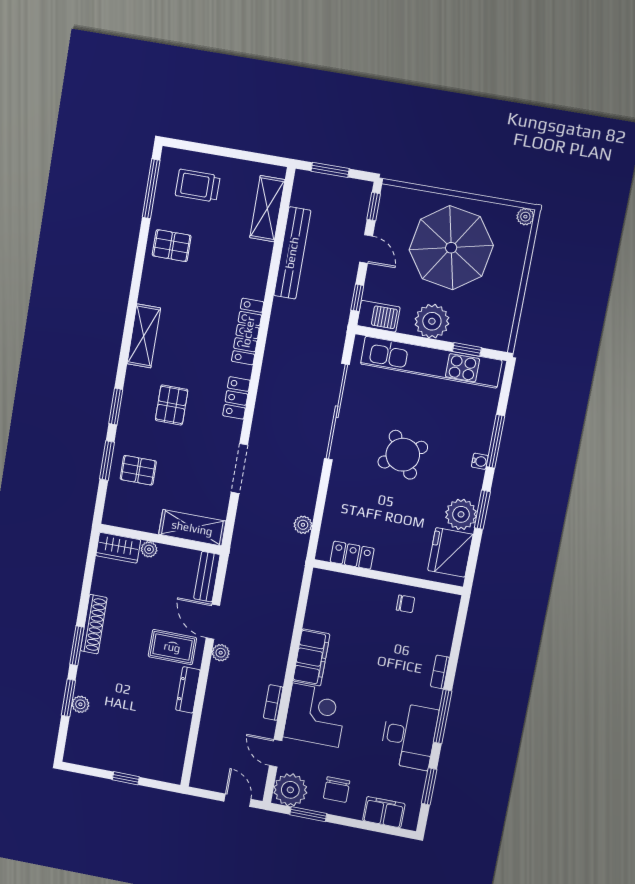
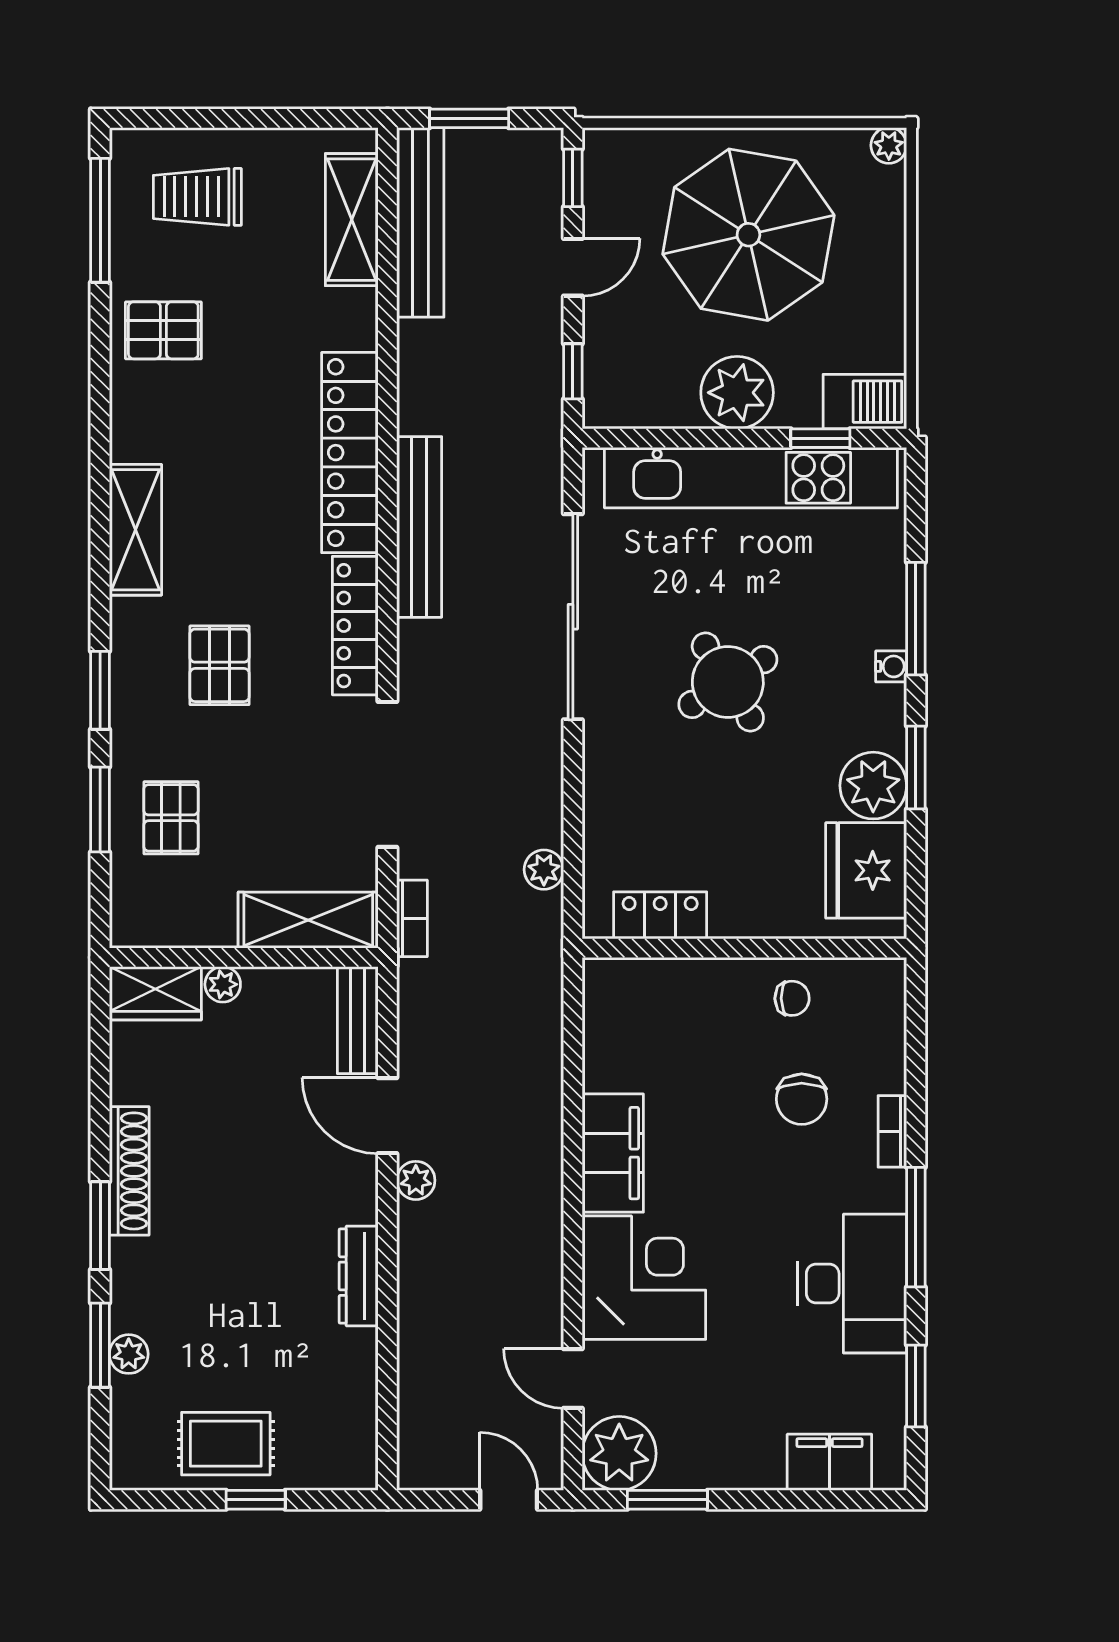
door: (366, 249) -> (573, 267), hinge flipped
bench: (292, 253) -> (420, 222), moved
barbecue: (378, 316) -> (865, 402), moved
locker: (248, 332) -> (350, 453), width x1.41, depth x1.21
bench: (274, 358) -> (419, 527), added
locker: (236, 398) -> (355, 626), width x1.53
doorway: (239, 468) -> (387, 774), width x1.36
pallet: (138, 470) -> (171, 818), turned 90
rug: (172, 647) -> (226, 1444), moved
bookcase: (273, 702) -> (412, 918), moved, turned 180
chair: (337, 790) -> (802, 1099), moved

